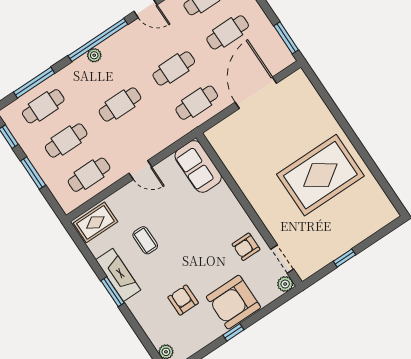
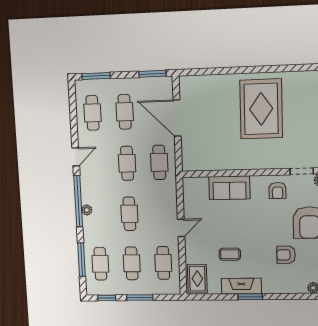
sofa: (198, 166) -> (229, 188), moved

